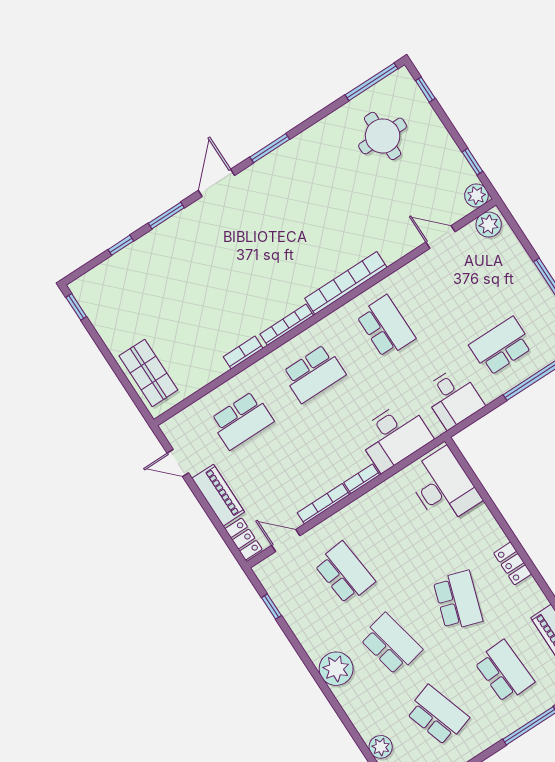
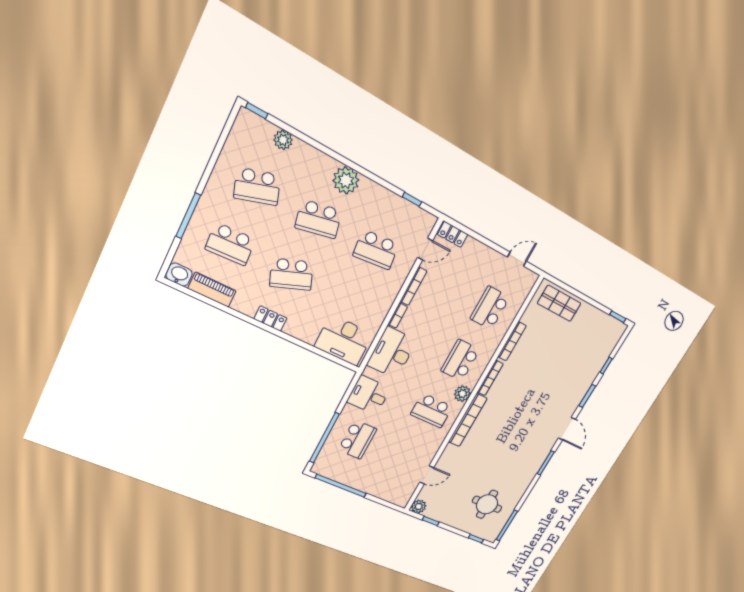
plant: (489, 225) -> (462, 394), moved
bookcase: (243, 353) -> (512, 341), width x1.56
piano: (218, 495) -> (482, 253), removed
school desk: (458, 600) -> (291, 274), turned -39

